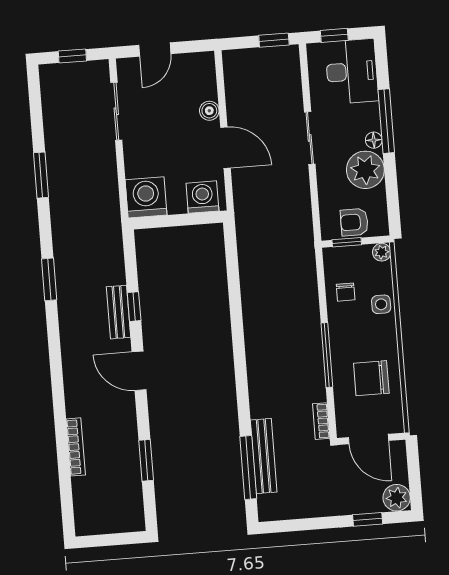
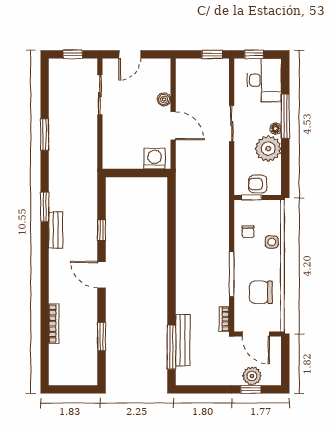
washing machine: (146, 197) -> (116, 156), removed
plant: (382, 252) -> (275, 206), removed
bench: (118, 312) -> (56, 230), moved
plant: (397, 498) -> (252, 376), moved

